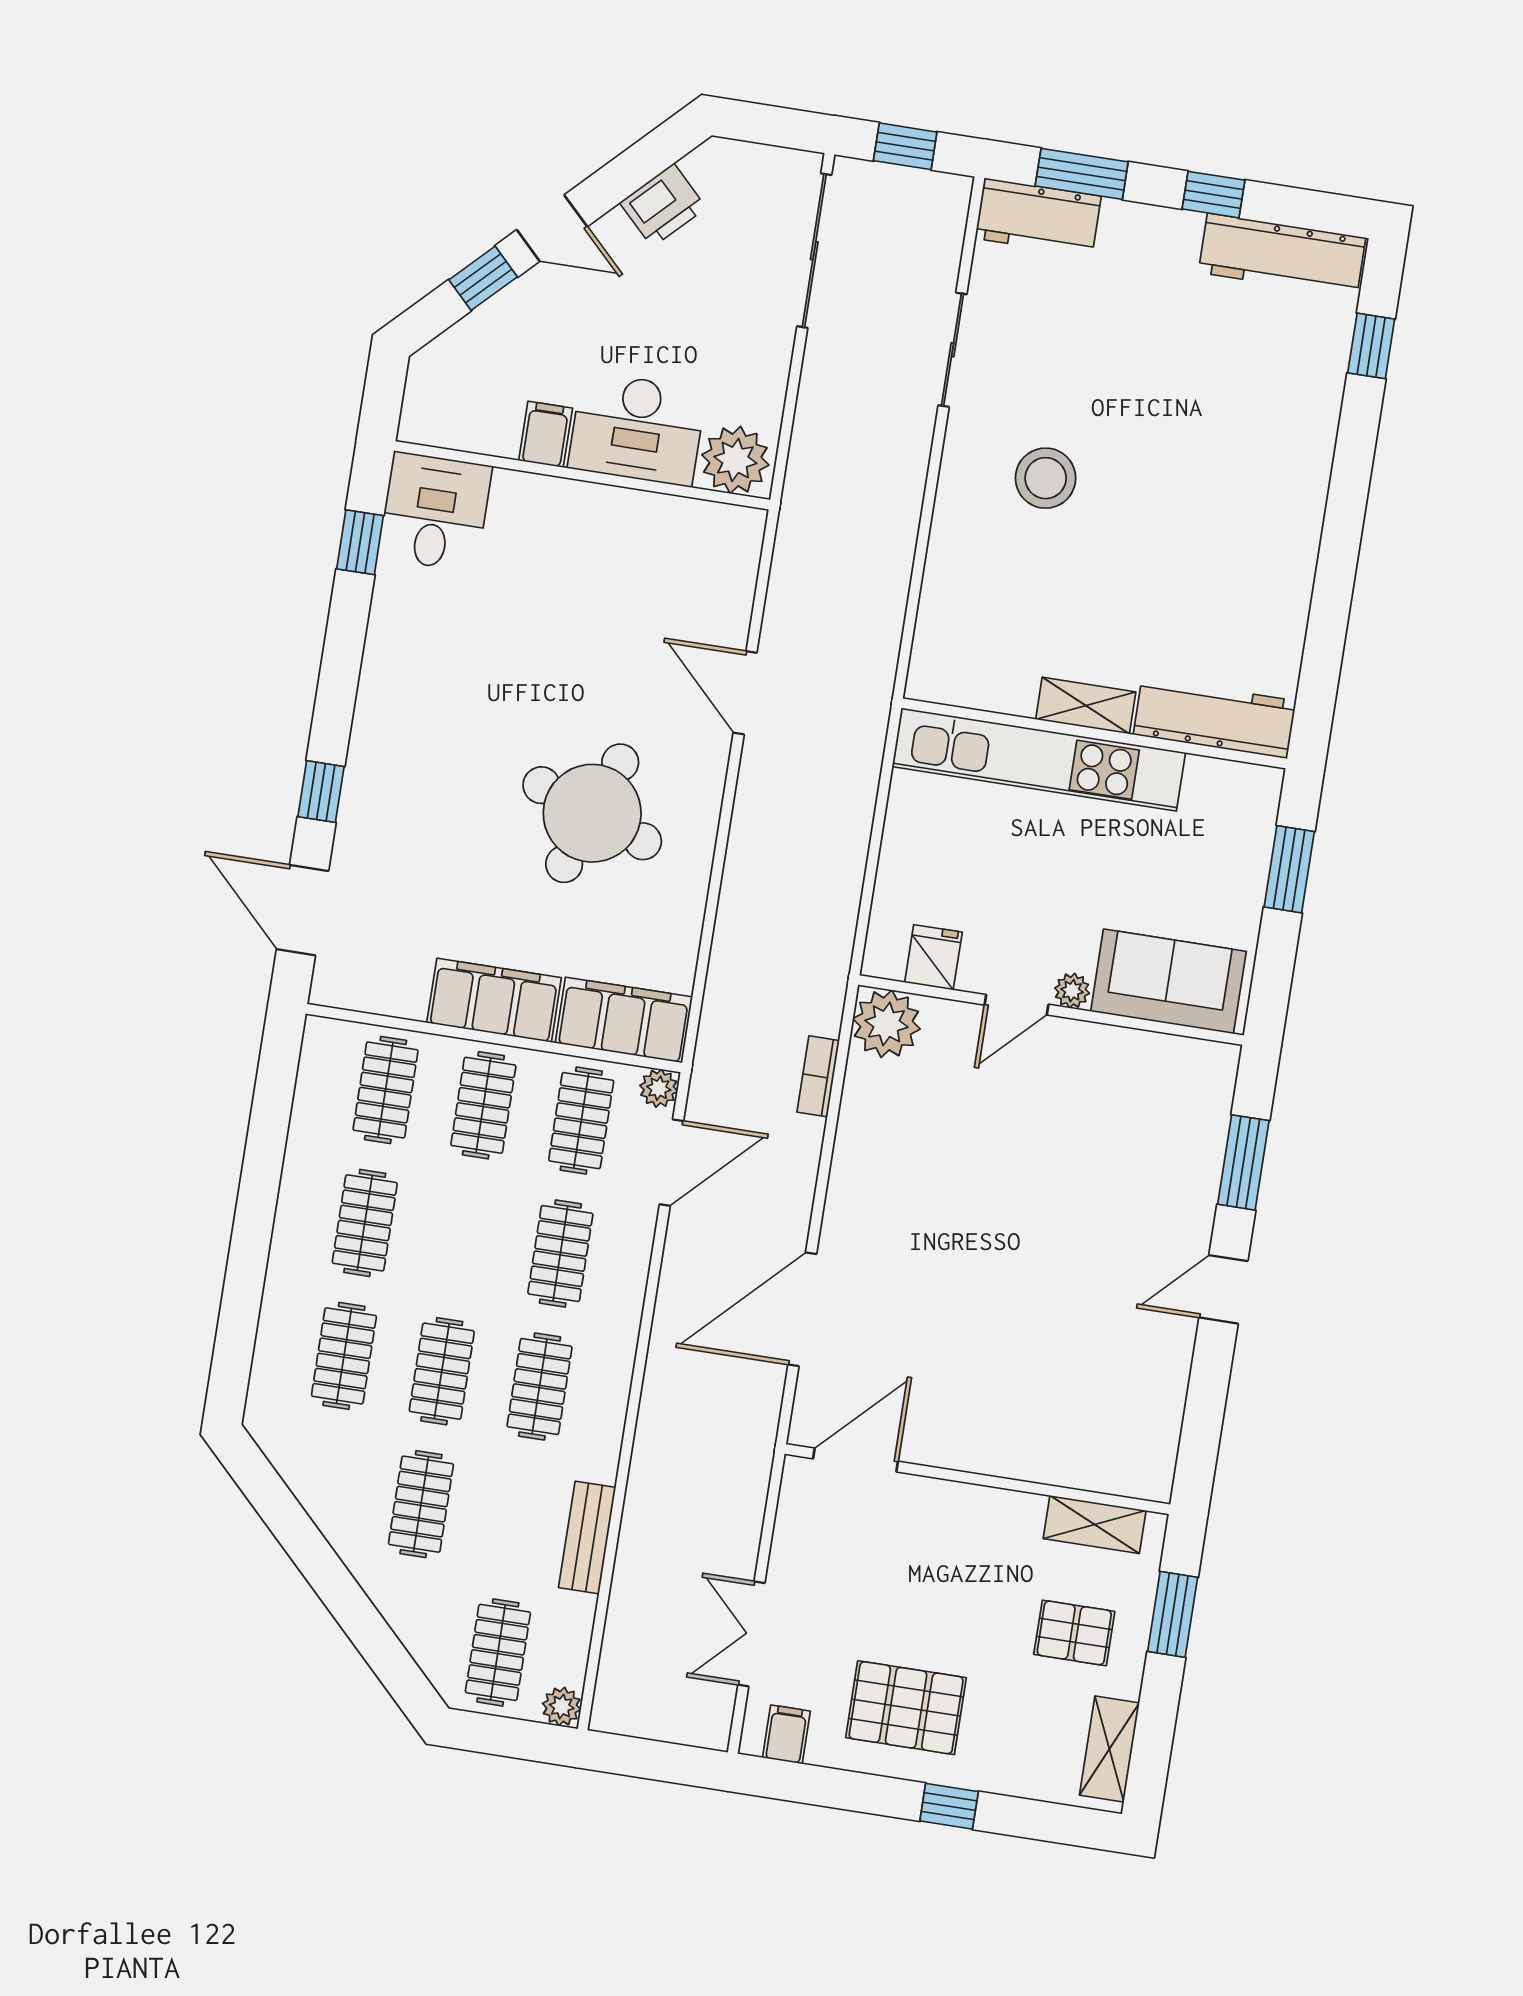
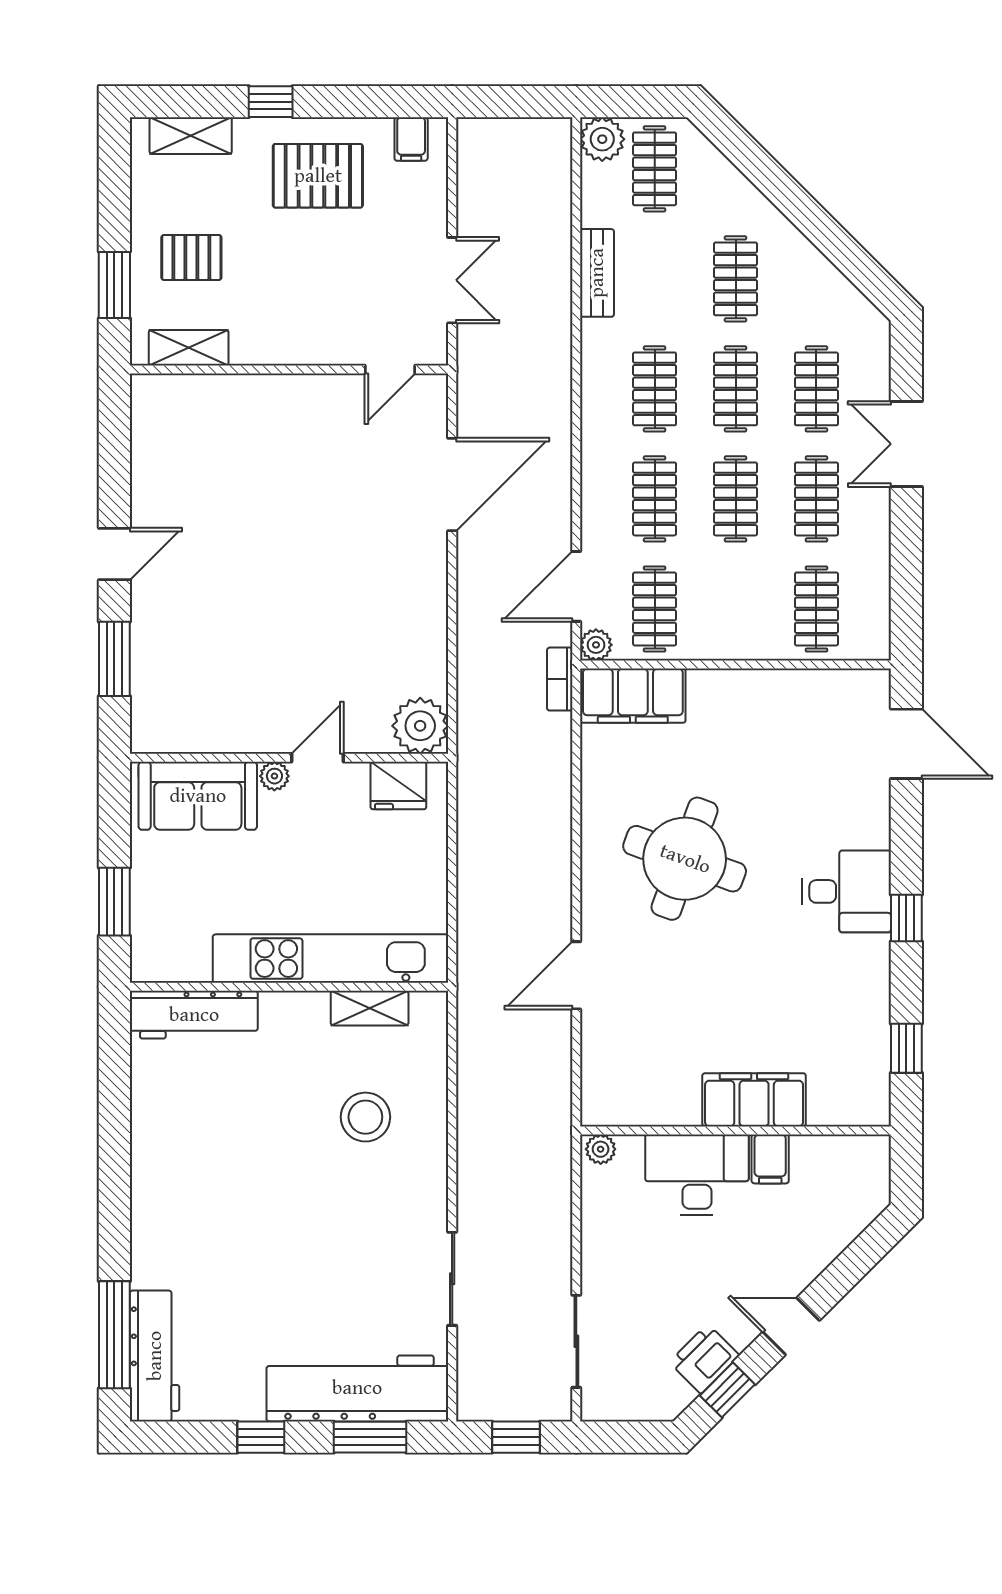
workbench: (1038, 217) -> (357, 1388), width x1.88, depth x1.32
sliding door: (814, 251) -> (576, 1341), width x0.73
workbench: (1282, 255) -> (155, 1356), moved, turned 90
window: (483, 278) -> (727, 1390), moved
window: (1371, 346) -> (114, 1335), width x2.17
plant: (735, 460) -> (601, 1149), width x0.53, depth x0.53
stool: (1046, 478) -> (365, 1117), moved
desk: (435, 512) -> (847, 891), moved, turned -90
door: (745, 693) -> (576, 975), swing flipped
shelving: (1086, 706) -> (370, 1008), moved
window: (321, 792) -> (906, 918), moved
fridge: (933, 957) -> (398, 786), width x1.38
filing cabinet: (494, 1000) -> (754, 1100), moved, turned 180
bookcase: (818, 1076) -> (560, 679), moved, turned 180
clothes rail: (483, 1105) -> (736, 499), moved
double door: (246, 1272) -> (906, 444), added
door: (856, 1460) -> (390, 369), width x0.73
double door: (751, 1634) -> (452, 280), moved
plant: (562, 1707) -> (602, 139), width x1.38, depth x1.38
shelving: (1109, 1749) -> (191, 136), moved, turned 90

